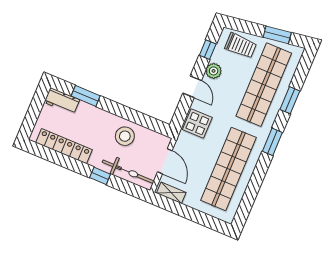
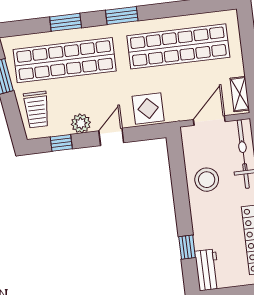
trolley: (241, 46) -> (37, 110), turned 180
window: (86, 96) -> (187, 247), width x0.67

